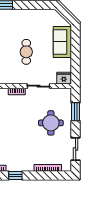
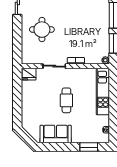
sofa: (62, 42) -> (56, 134), moved, turned -90
window: (76, 112) -> (17, 41), removed

